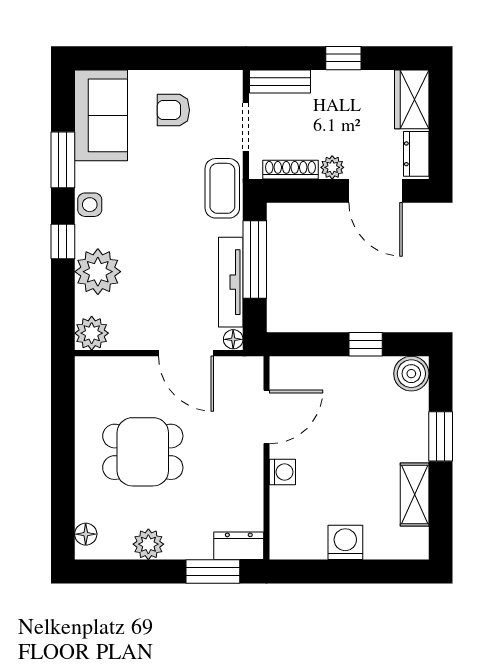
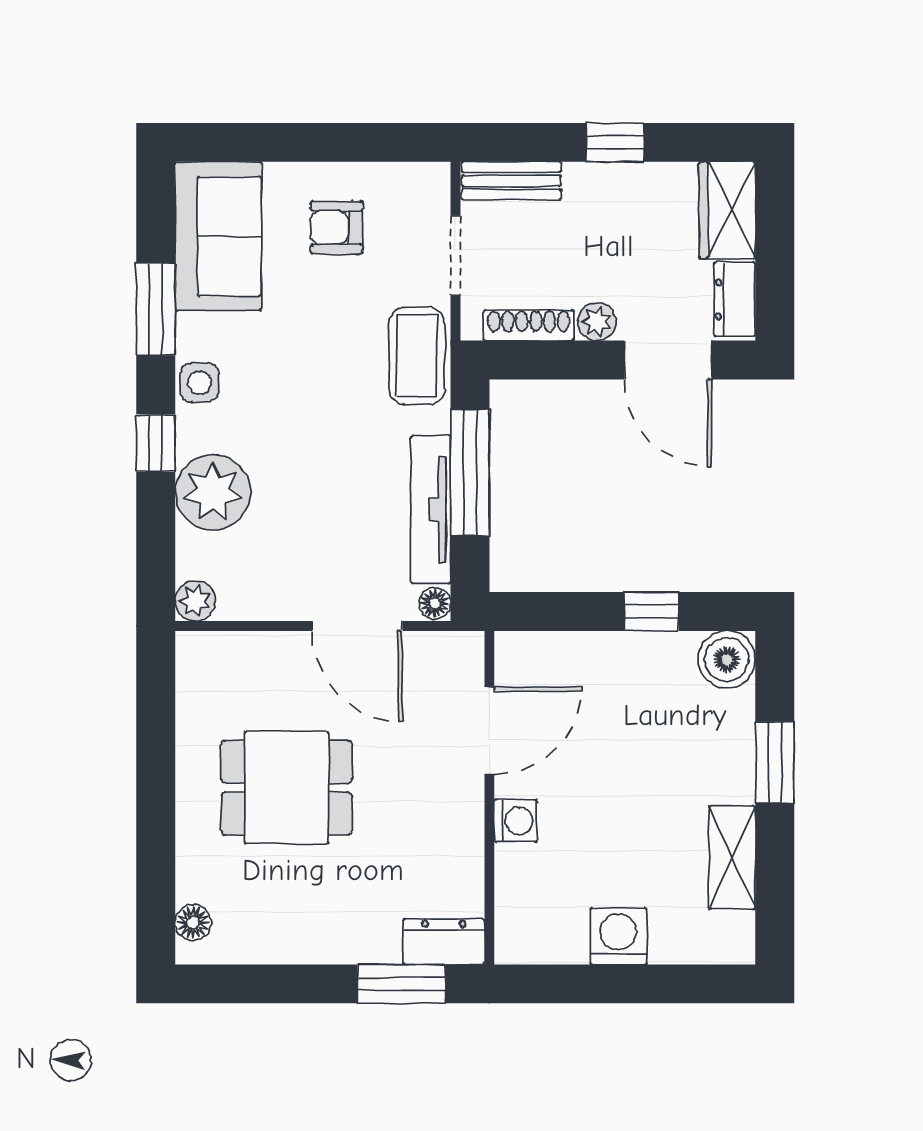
plant: (92, 333) -> (195, 601), width x0.73, depth x0.73
plant: (148, 544) -> (296, 939), removed

